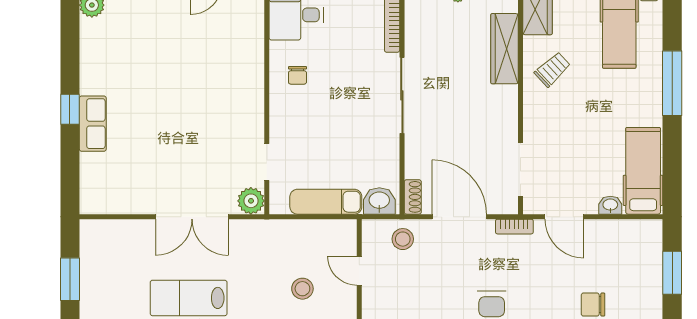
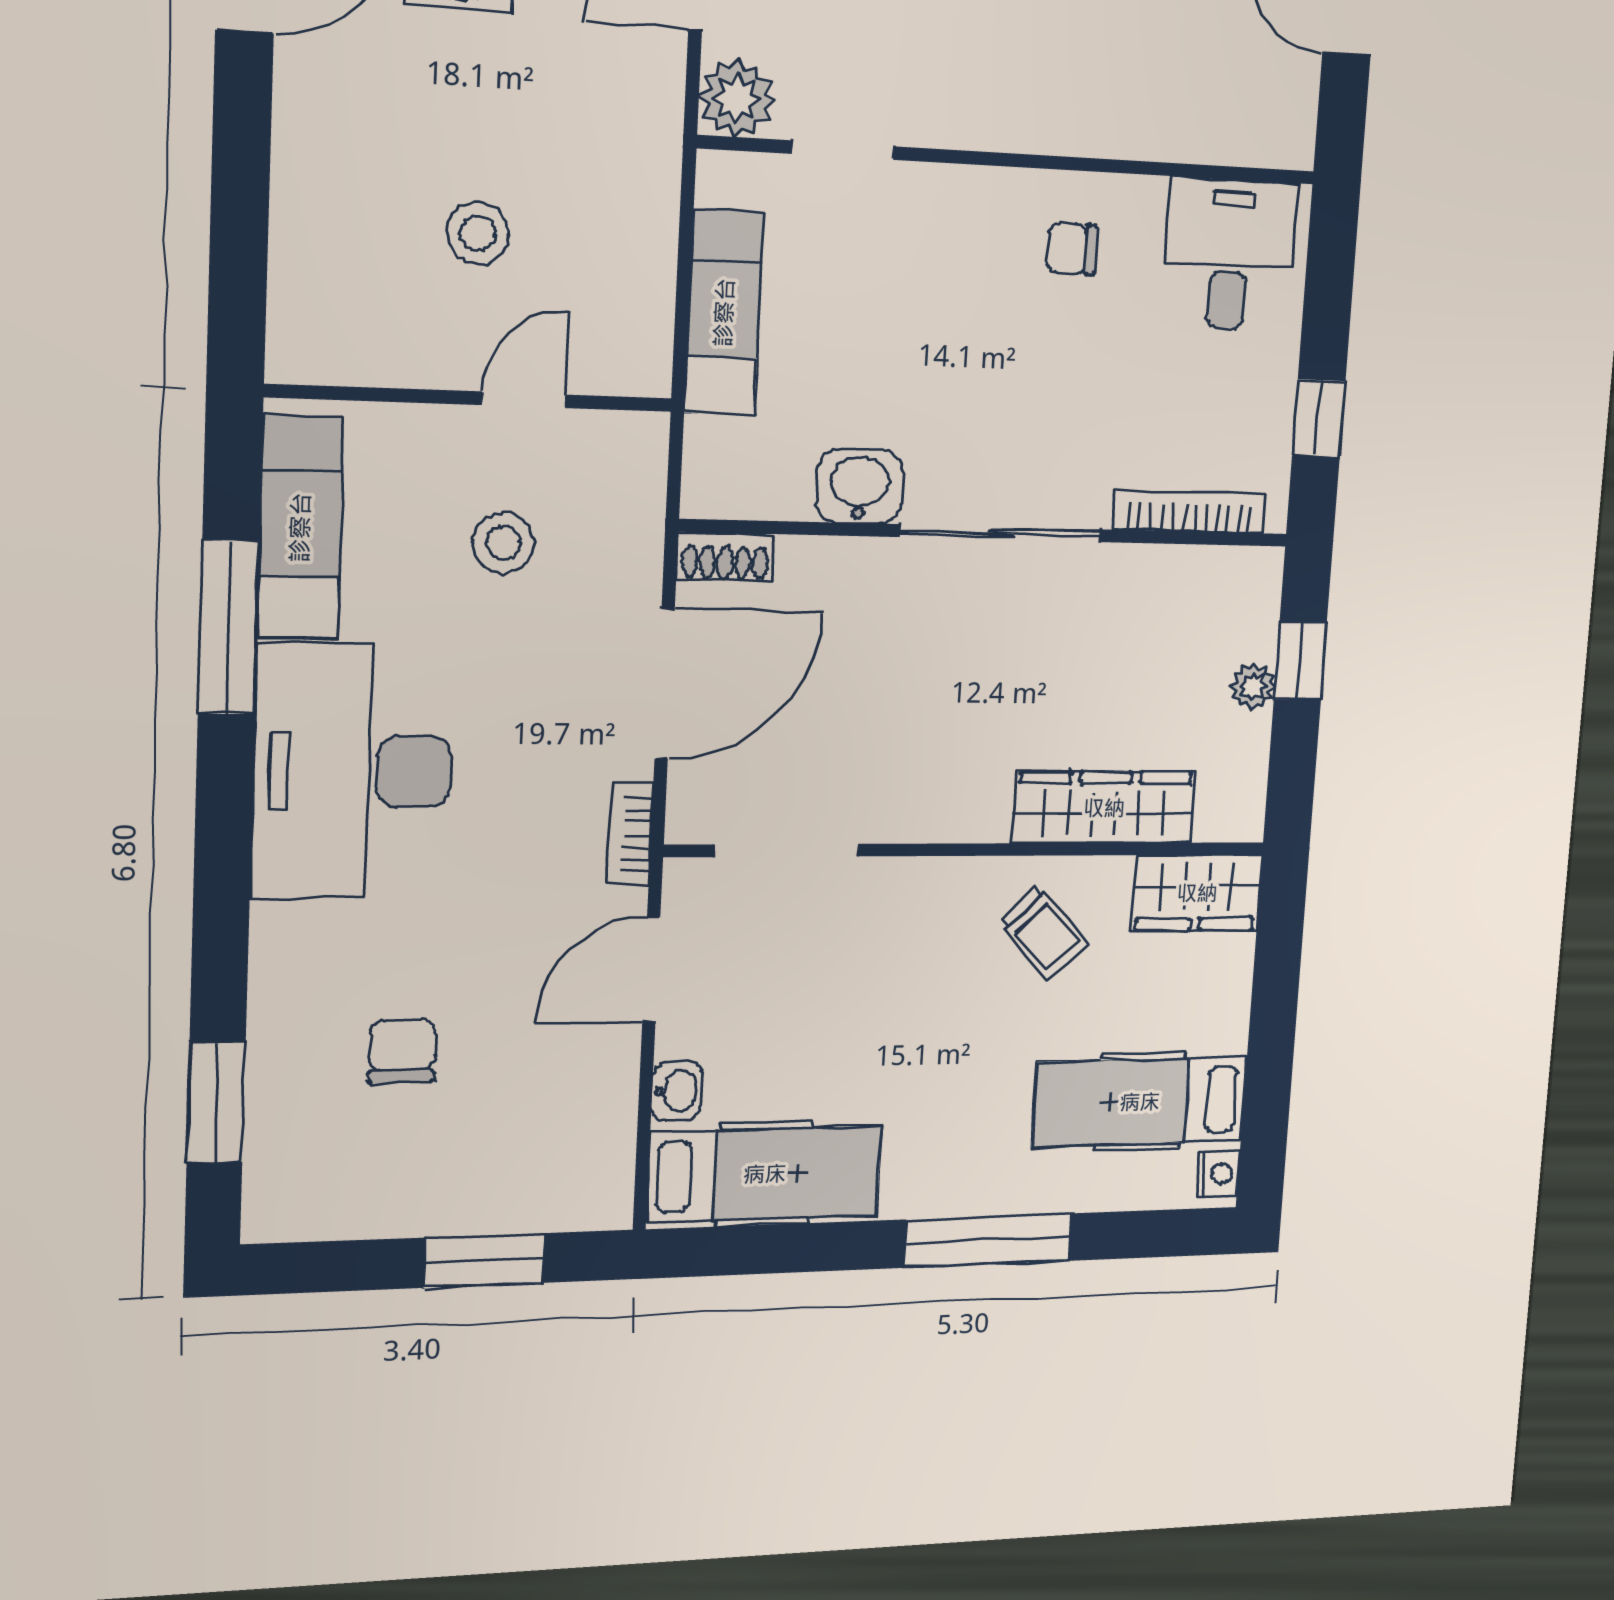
washbasin: (379, 201) -> (860, 486), moved, turned -90
stool: (403, 239) -> (503, 543), moved

